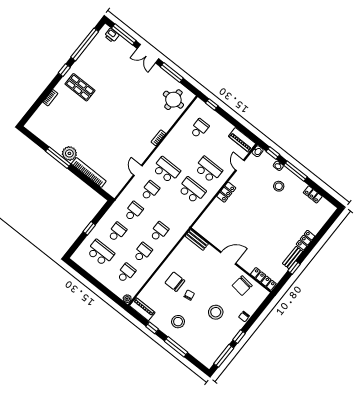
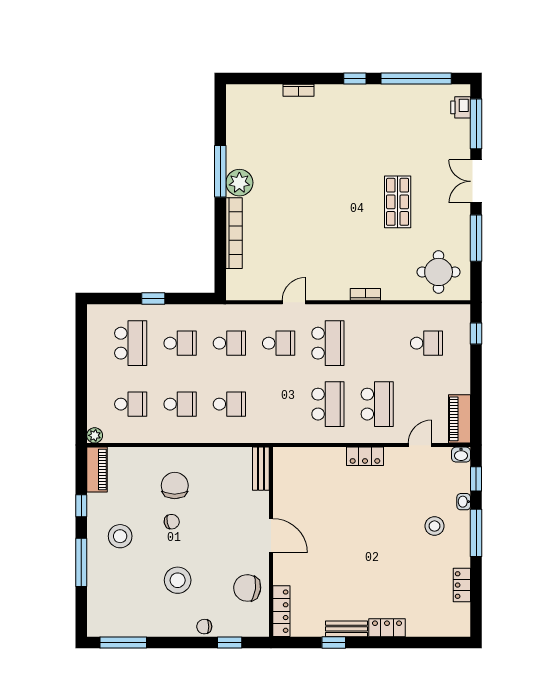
shop shelf: (80, 87) -> (398, 202), moved
window: (239, 337) -> (230, 643), moved

